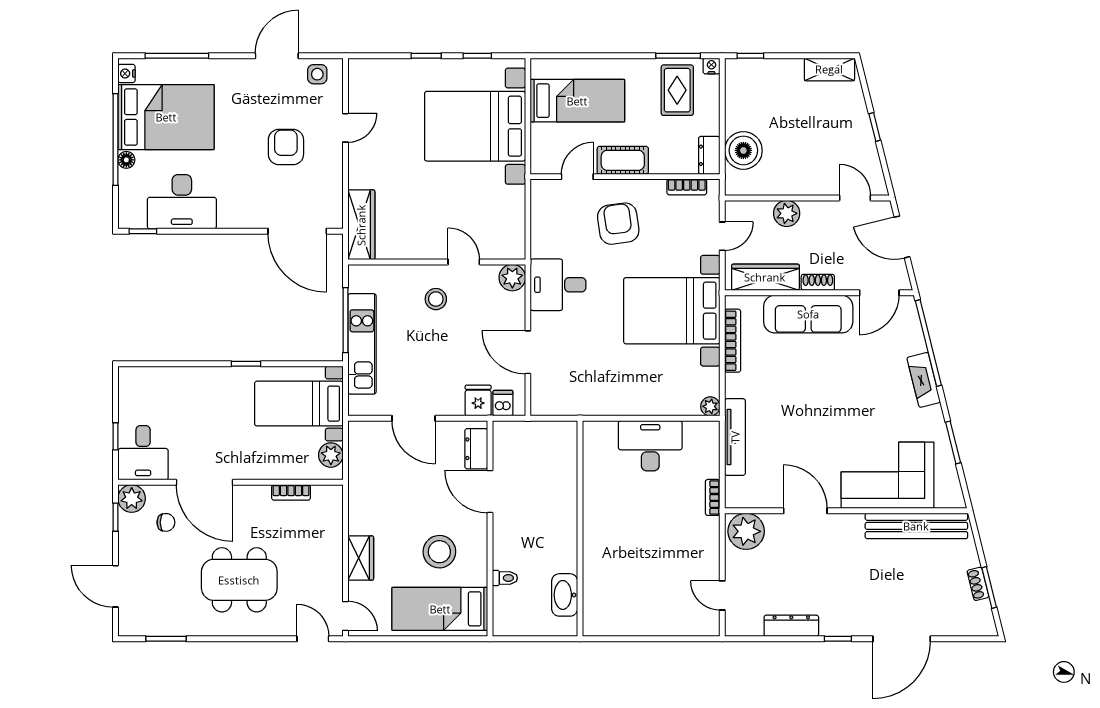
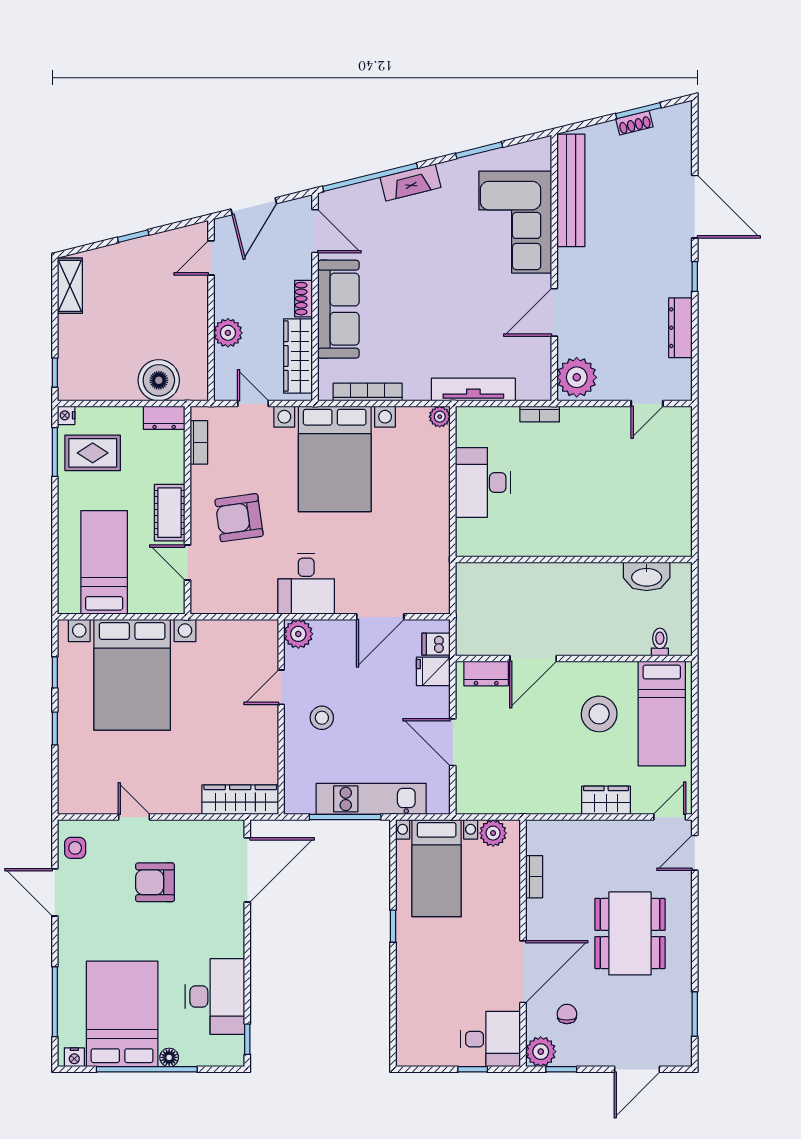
door: (414, 418) -> (453, 742), swing flipped
toilet: (505, 578) -> (660, 642), moved

